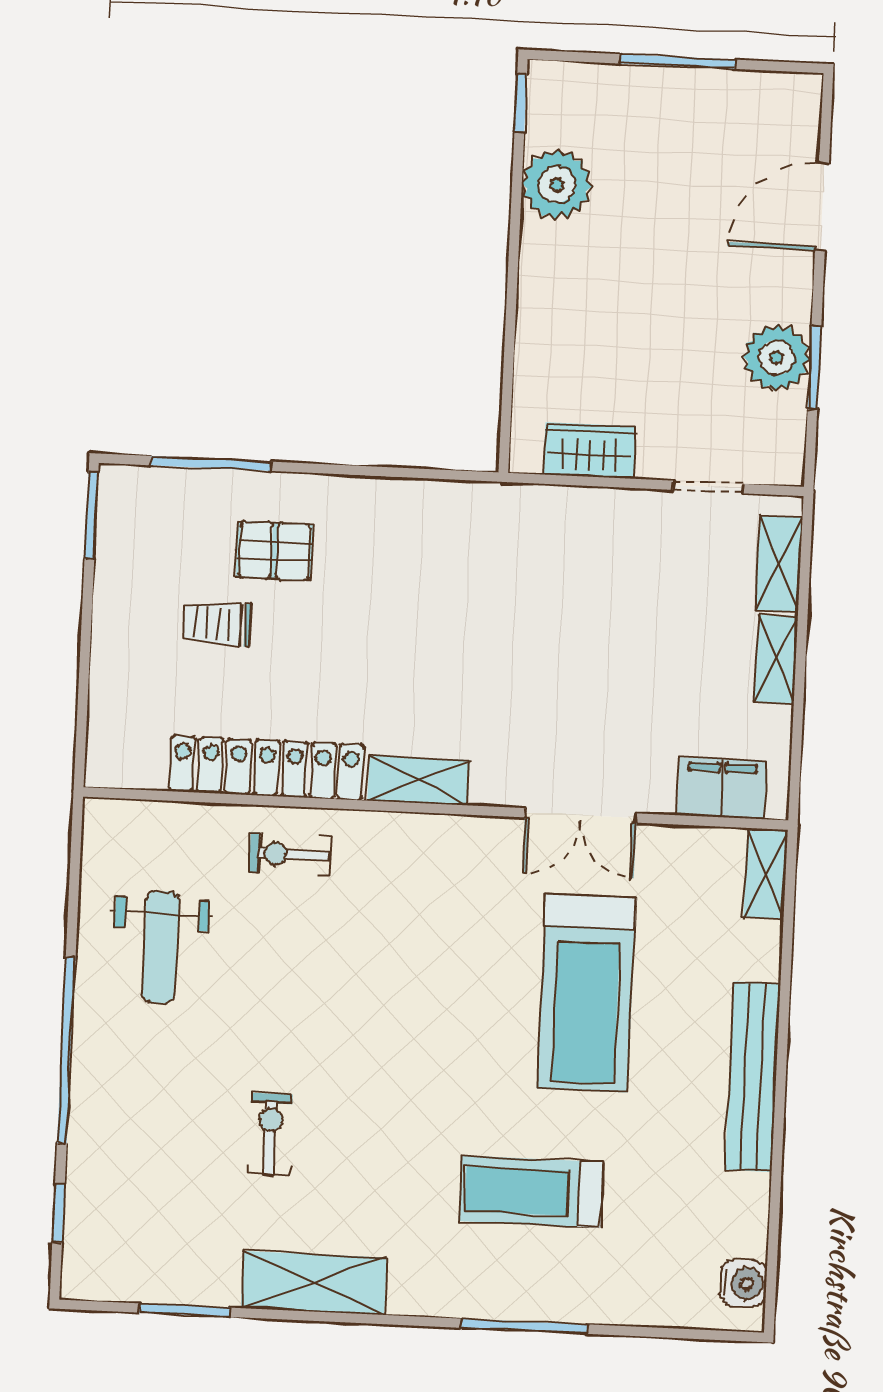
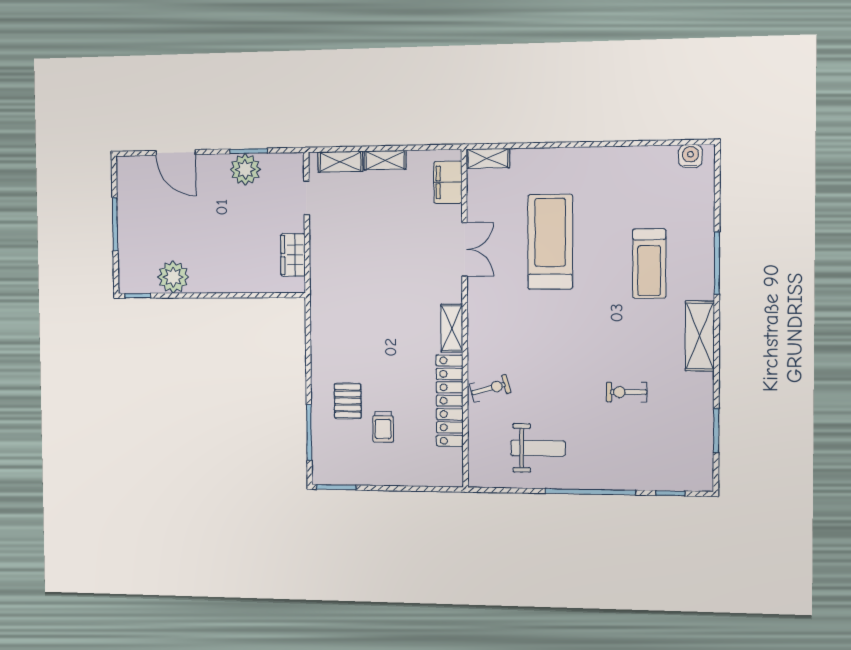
exercise bike: (289, 854) -> (490, 388), turned -105
treadmill: (587, 993) -> (550, 242), turned -90
bench: (753, 1077) -> (587, 158), removed
shelving: (314, 1283) -> (700, 336), moved

